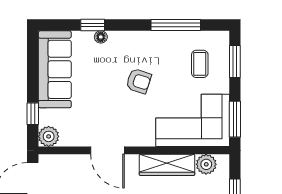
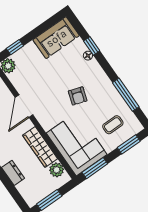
sofa: (55, 69) -> (56, 38), width x0.73

